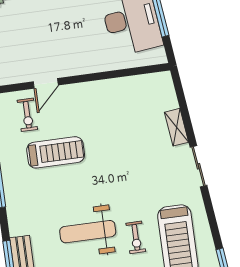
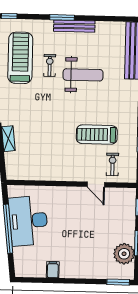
door: (46, 83) -> (96, 184), swing flipped

